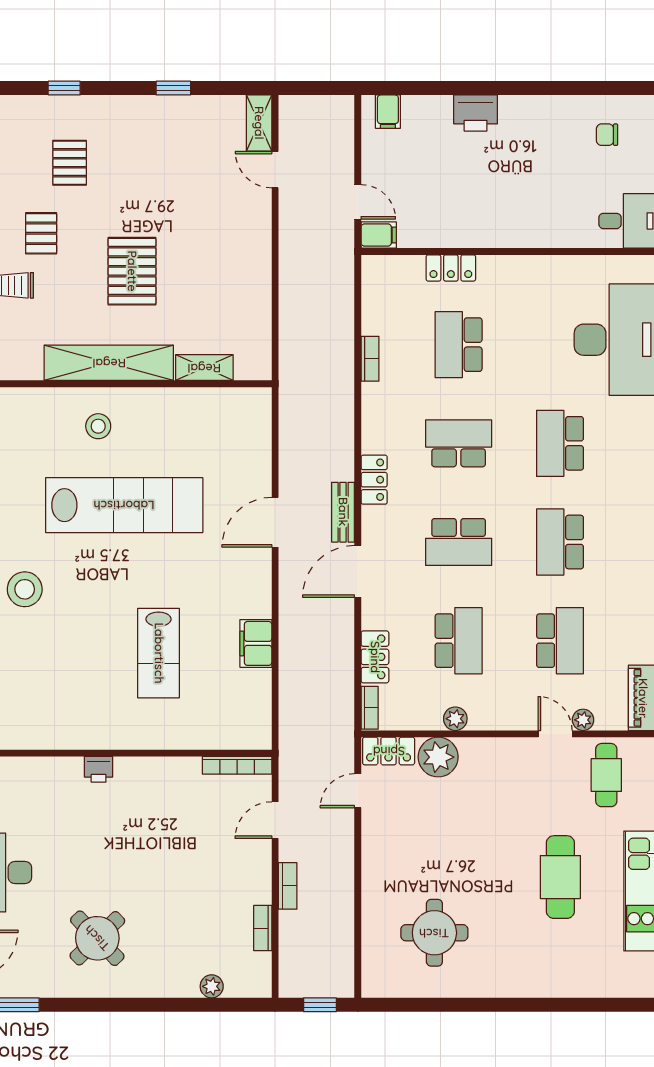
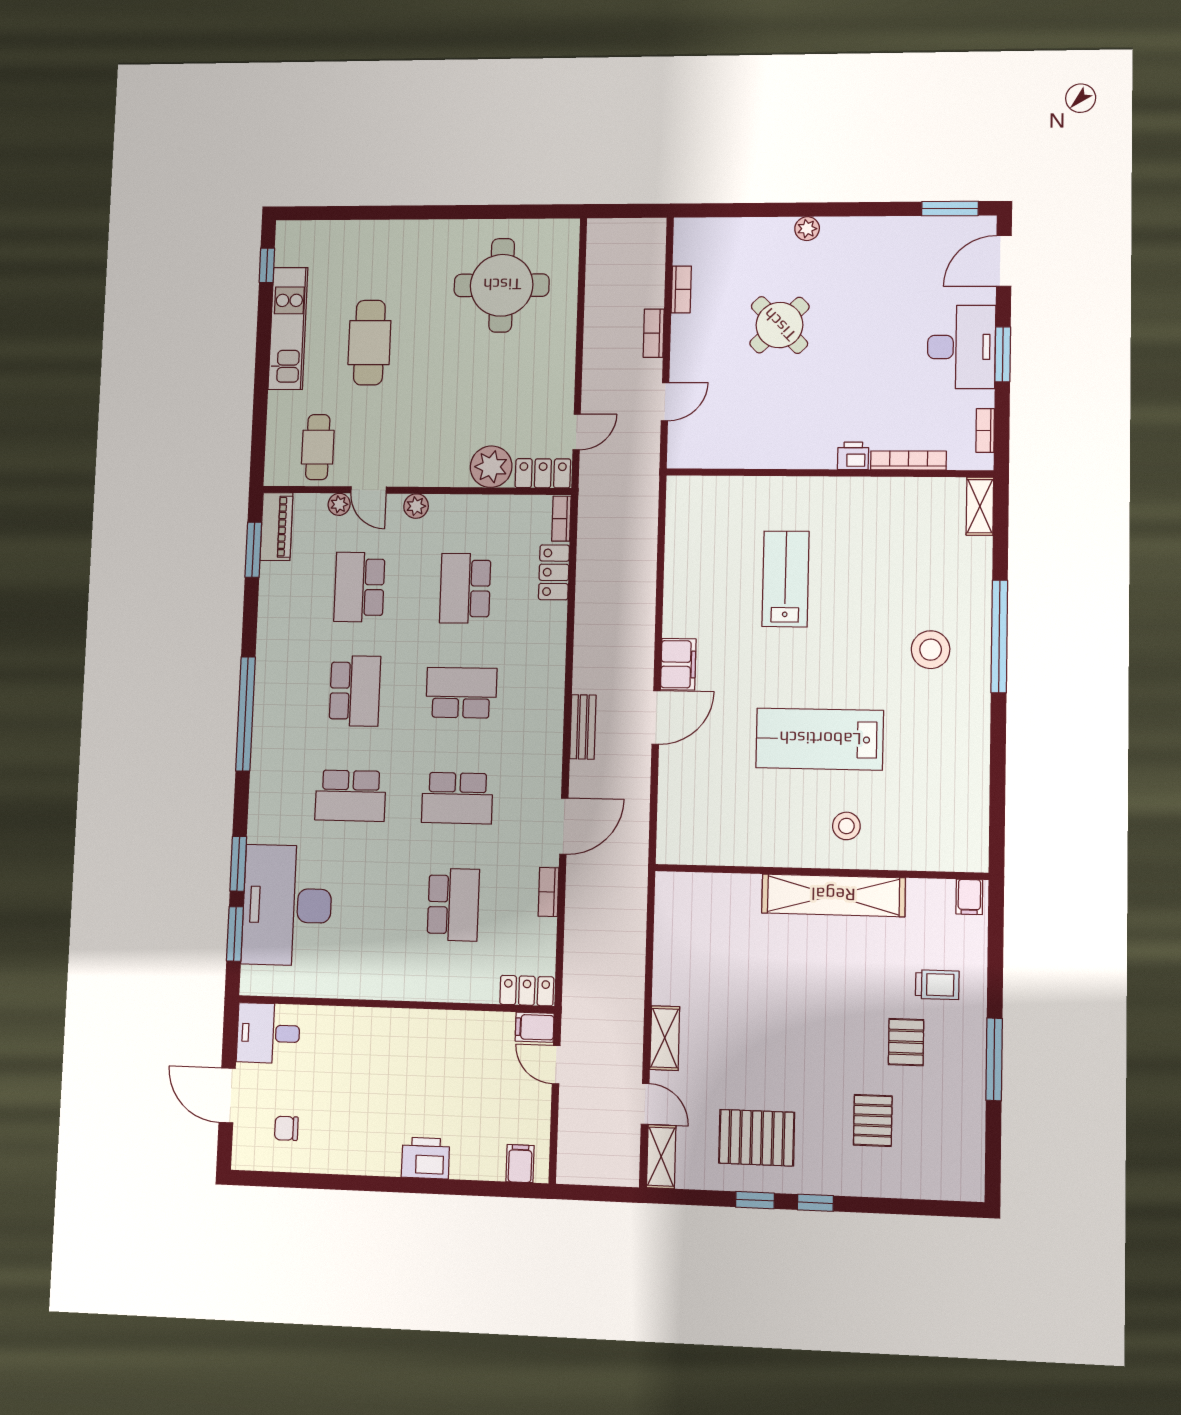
window: (64, 88) -> (815, 1203), moved
chair: (607, 135) -> (286, 1128), turned 180
locker: (451, 268) -> (527, 991), moved
pallet: (132, 271) -> (757, 1138), moved, turned 90
shelving: (204, 368) -> (665, 1038), moved, turned 90
school desk: (560, 443) -> (350, 796), turned 90
locker: (374, 480) -> (548, 761), removed
lab bench: (124, 505) -> (820, 739), width x0.73
door: (358, 571) -> (564, 826), moved
filing cabinet: (256, 643) -> (678, 664), moved
plant: (455, 719) -> (416, 506), moved
bookcase: (237, 765) -> (909, 460), moved
round table: (434, 933) -> (502, 285), width x1.36, depth x1.36
round table: (97, 938) -> (779, 325), moved
plant: (212, 986) -> (807, 229), moved
window: (320, 1005) -> (623, 211), removed

